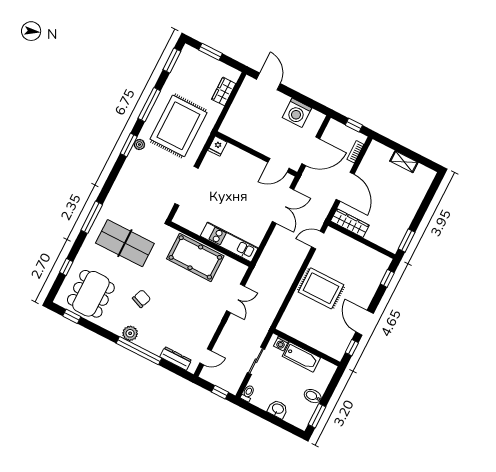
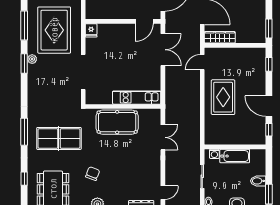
rug: (321, 288) -> (223, 97), turned 90

